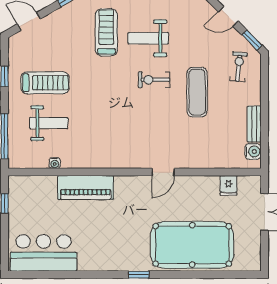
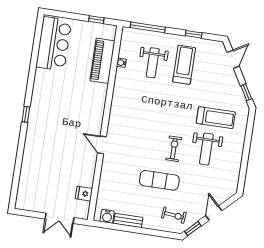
weight bench: (148, 38) -> (206, 149), turned 180
treadmill: (45, 83) -> (184, 65), turned 180
piano: (86, 188) -> (102, 61), moved
pool table: (192, 245) -> (43, 159), removed

